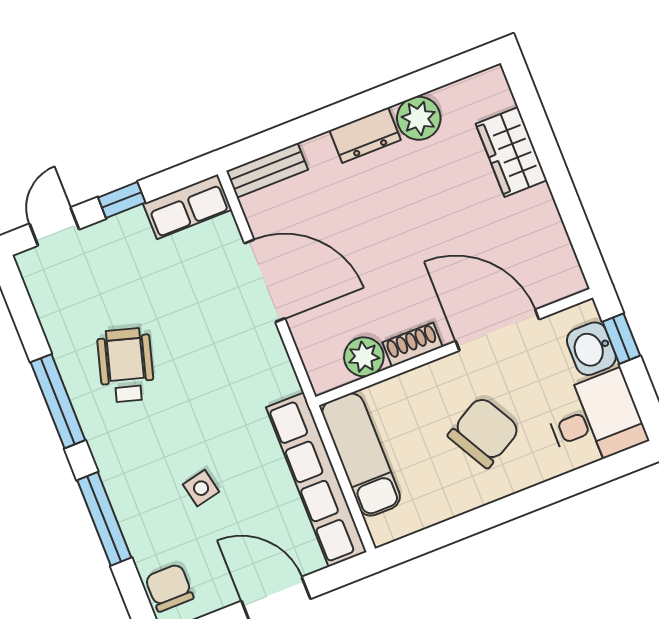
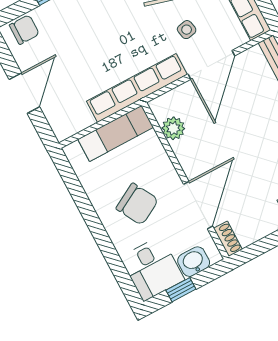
window: (621, 339) -> (181, 290), moved
shoe rack: (413, 345) -> (228, 239), moved
row of seats: (316, 480) -> (137, 88), moved
side table: (201, 488) -> (187, 30), moved

